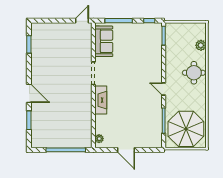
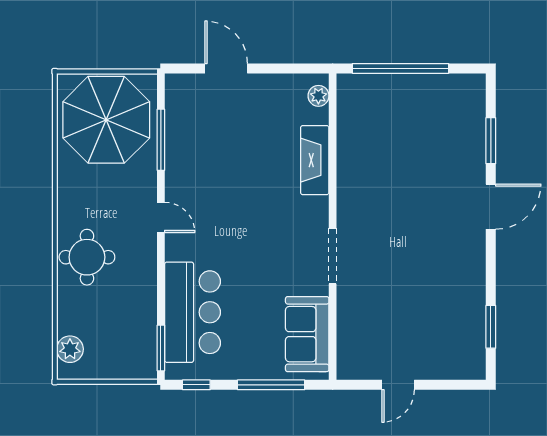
door: (82, 21) -> (398, 385), moved
plant: (201, 45) -> (70, 349), moved
bar counter: (151, 50) -> (192, 312), added
door: (29, 93) -> (491, 207), swing flipped
fireplace: (101, 100) -> (315, 160), moved
door: (126, 150) -> (226, 68), moved

